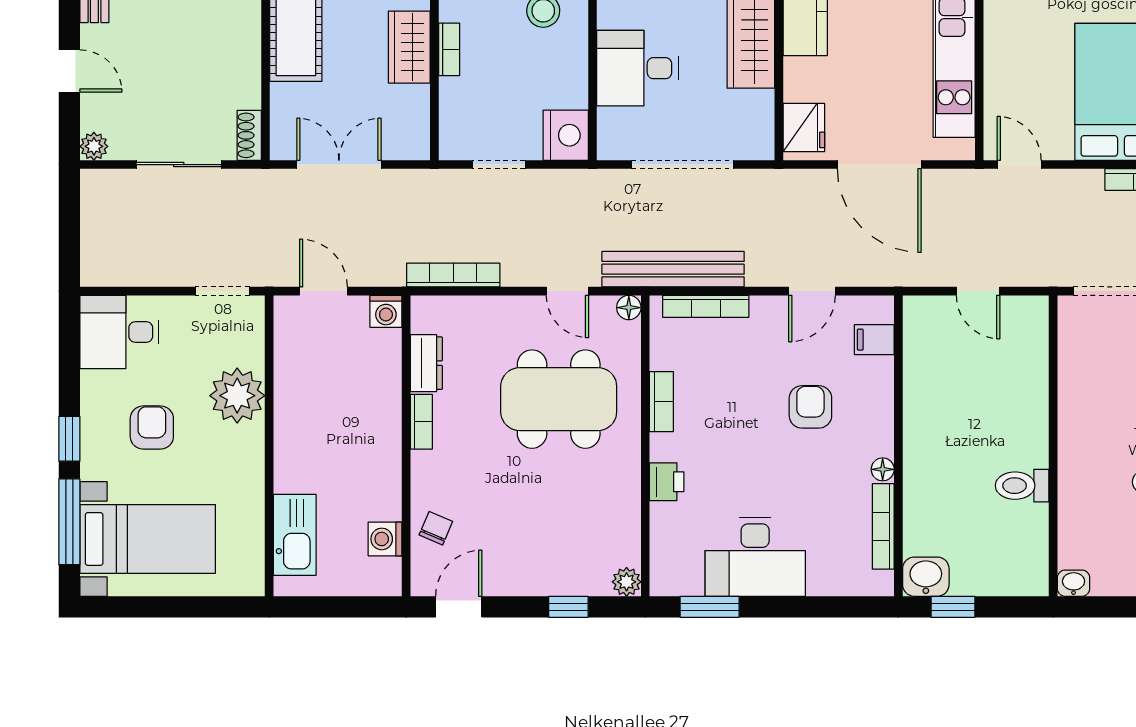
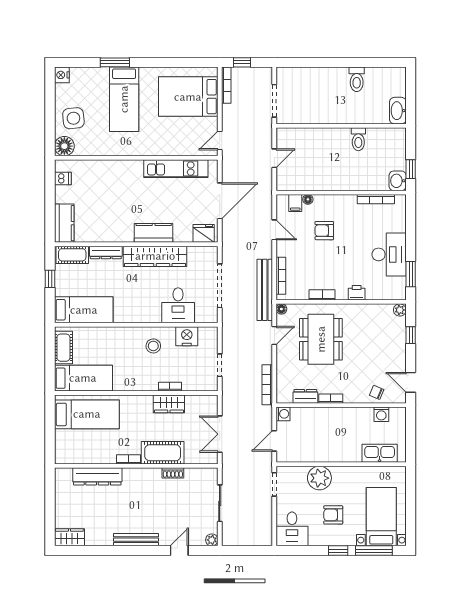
shoe rack: (249, 135) -> (173, 473), moved
nightstand: (566, 135) -> (187, 336), moved
floor lamp: (883, 469) -> (308, 199), moved
washbasin: (1074, 583) -> (398, 111), width x1.91, depth x1.45

